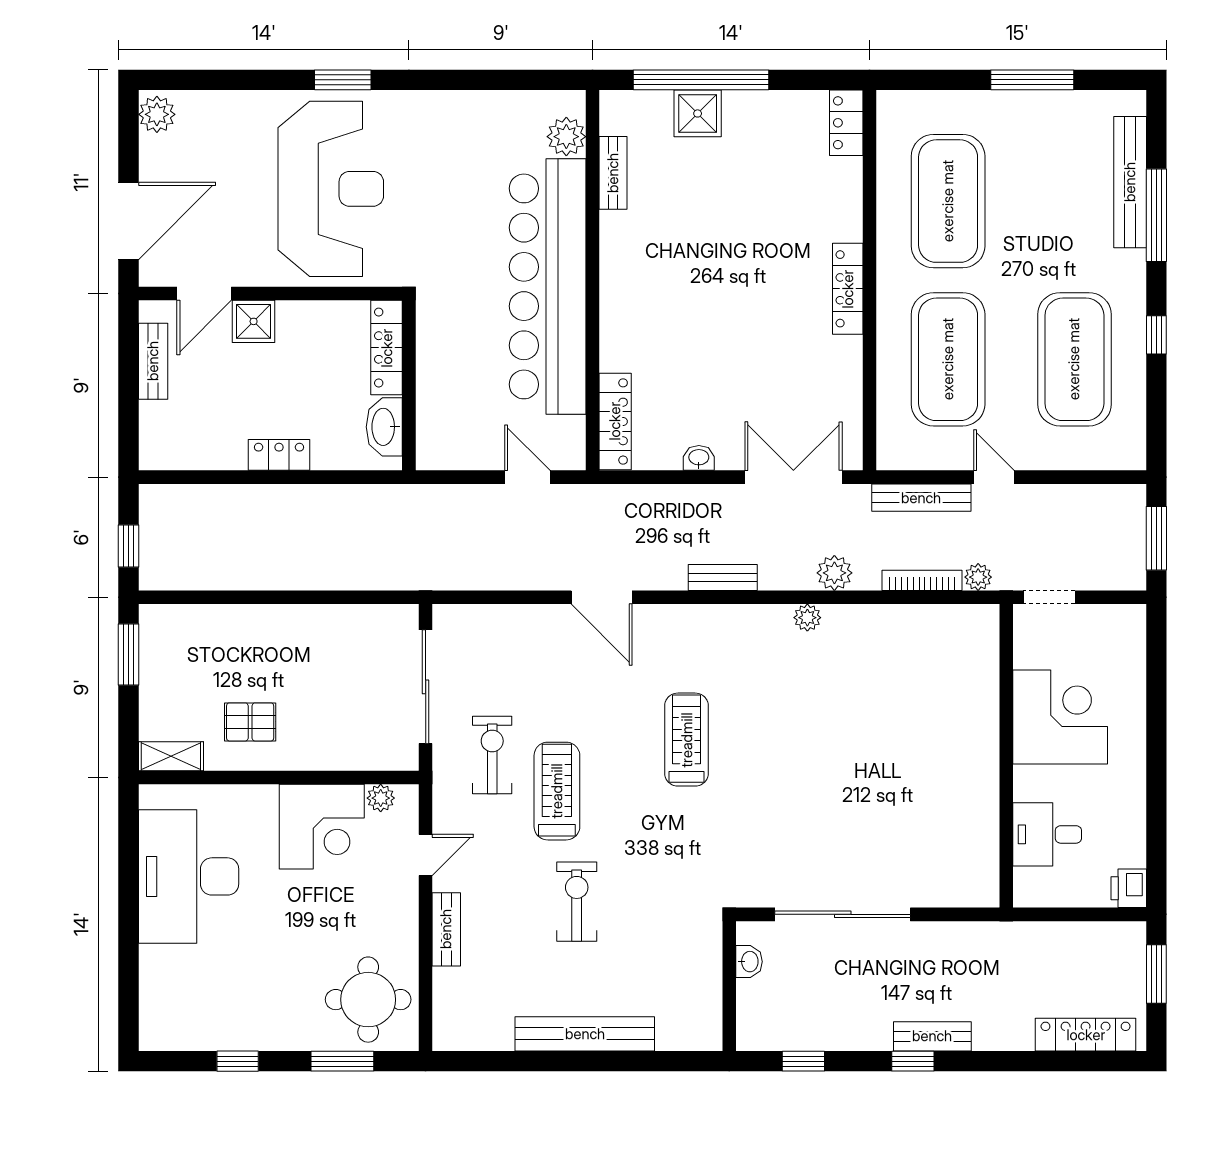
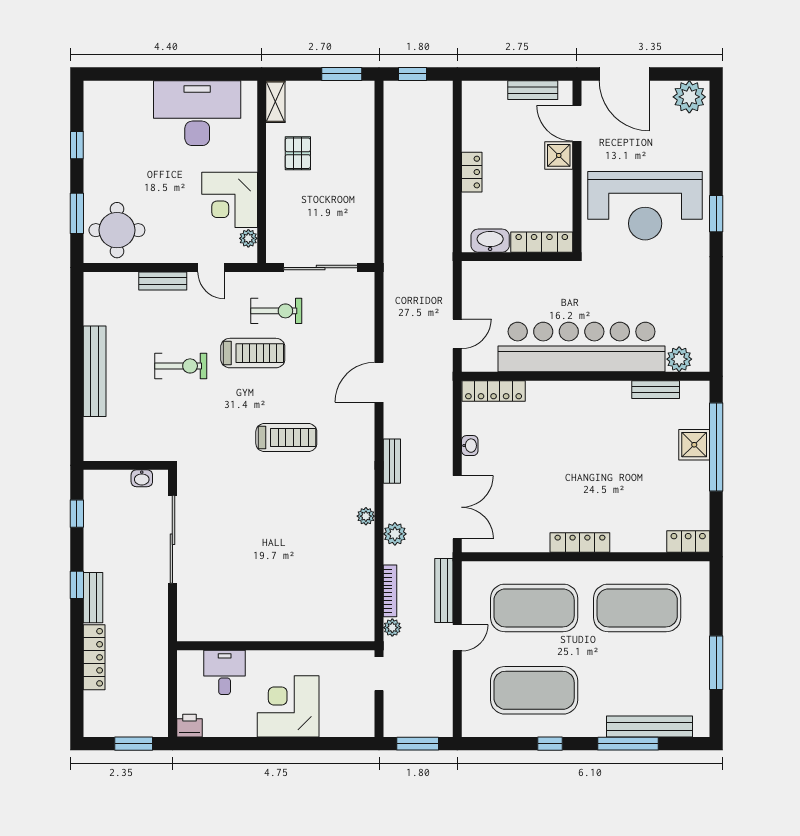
plant: (157, 114) -> (689, 97), width x1.36, depth x1.36
corner desk: (1060, 717) -> (288, 706), moved, turned 180
locker: (1086, 1035) -> (94, 657), moved

